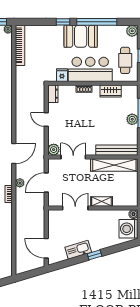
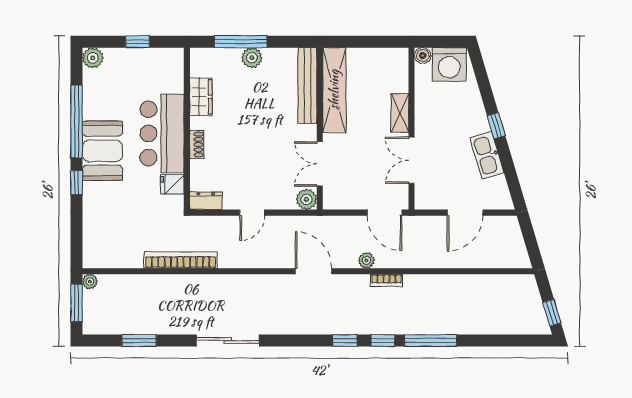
bookcase: (20, 45) -> (181, 260), moved
cafe table: (125, 60) -> (146, 71), removed
door: (46, 183) -> (384, 213), moved
door: (46, 248) -> (465, 213), moved

